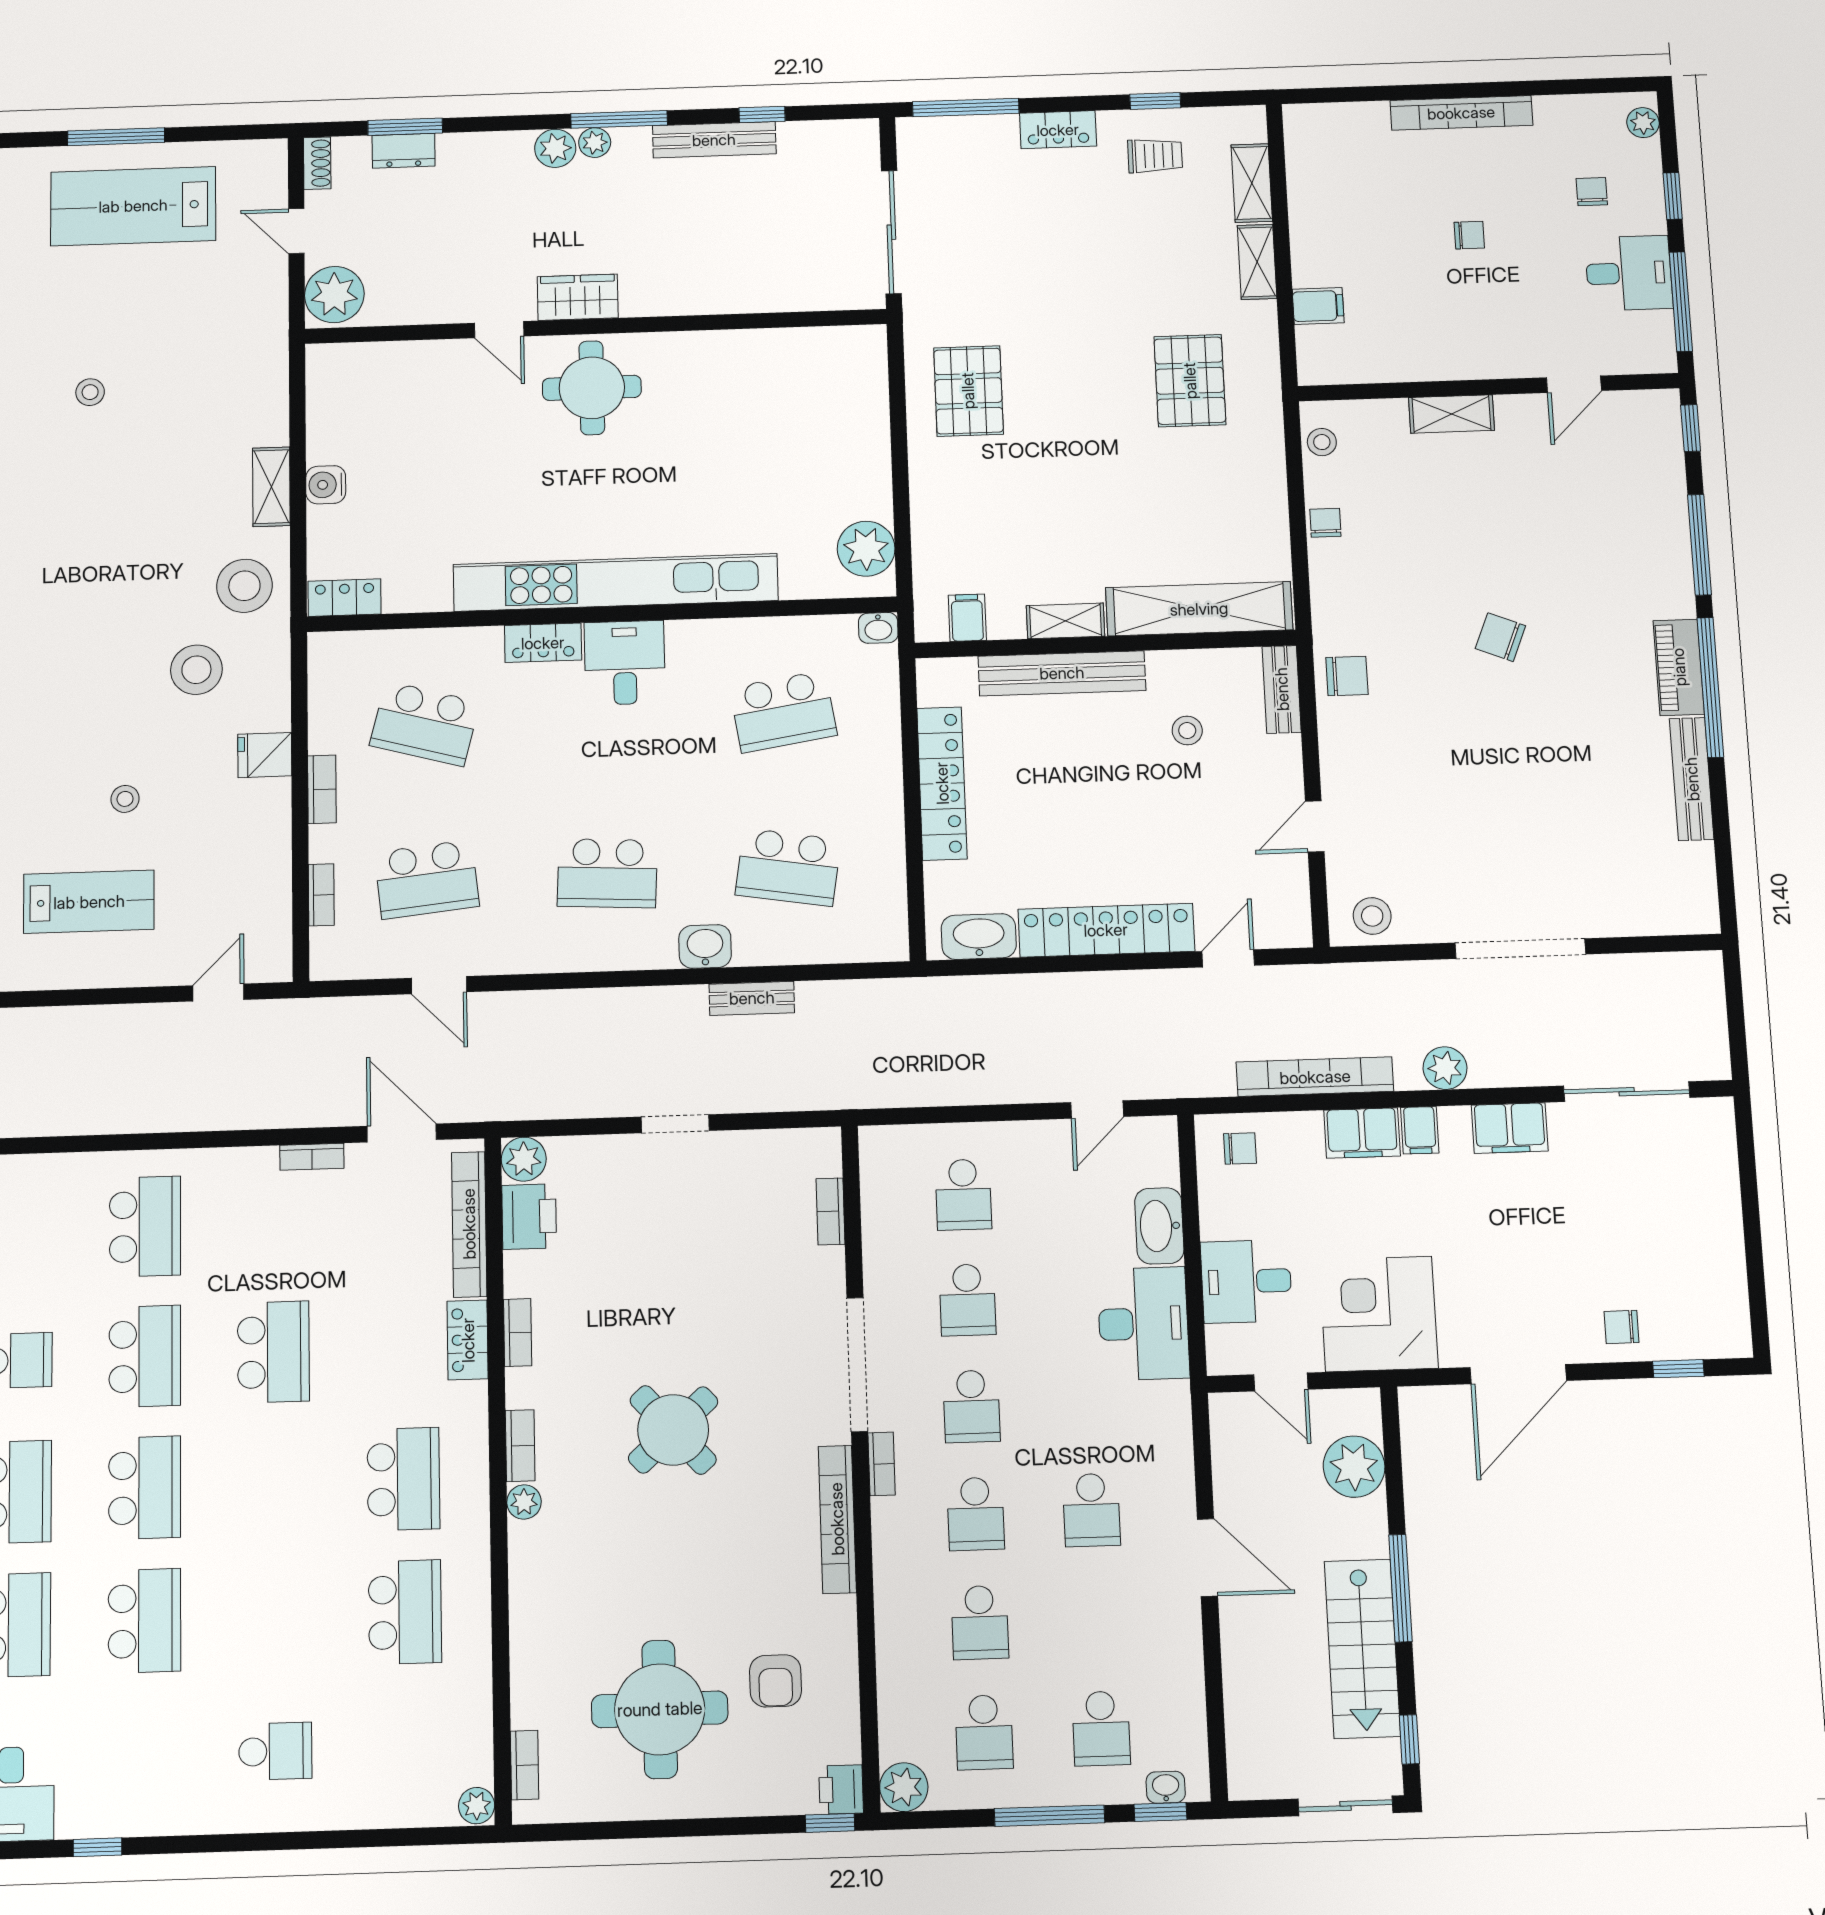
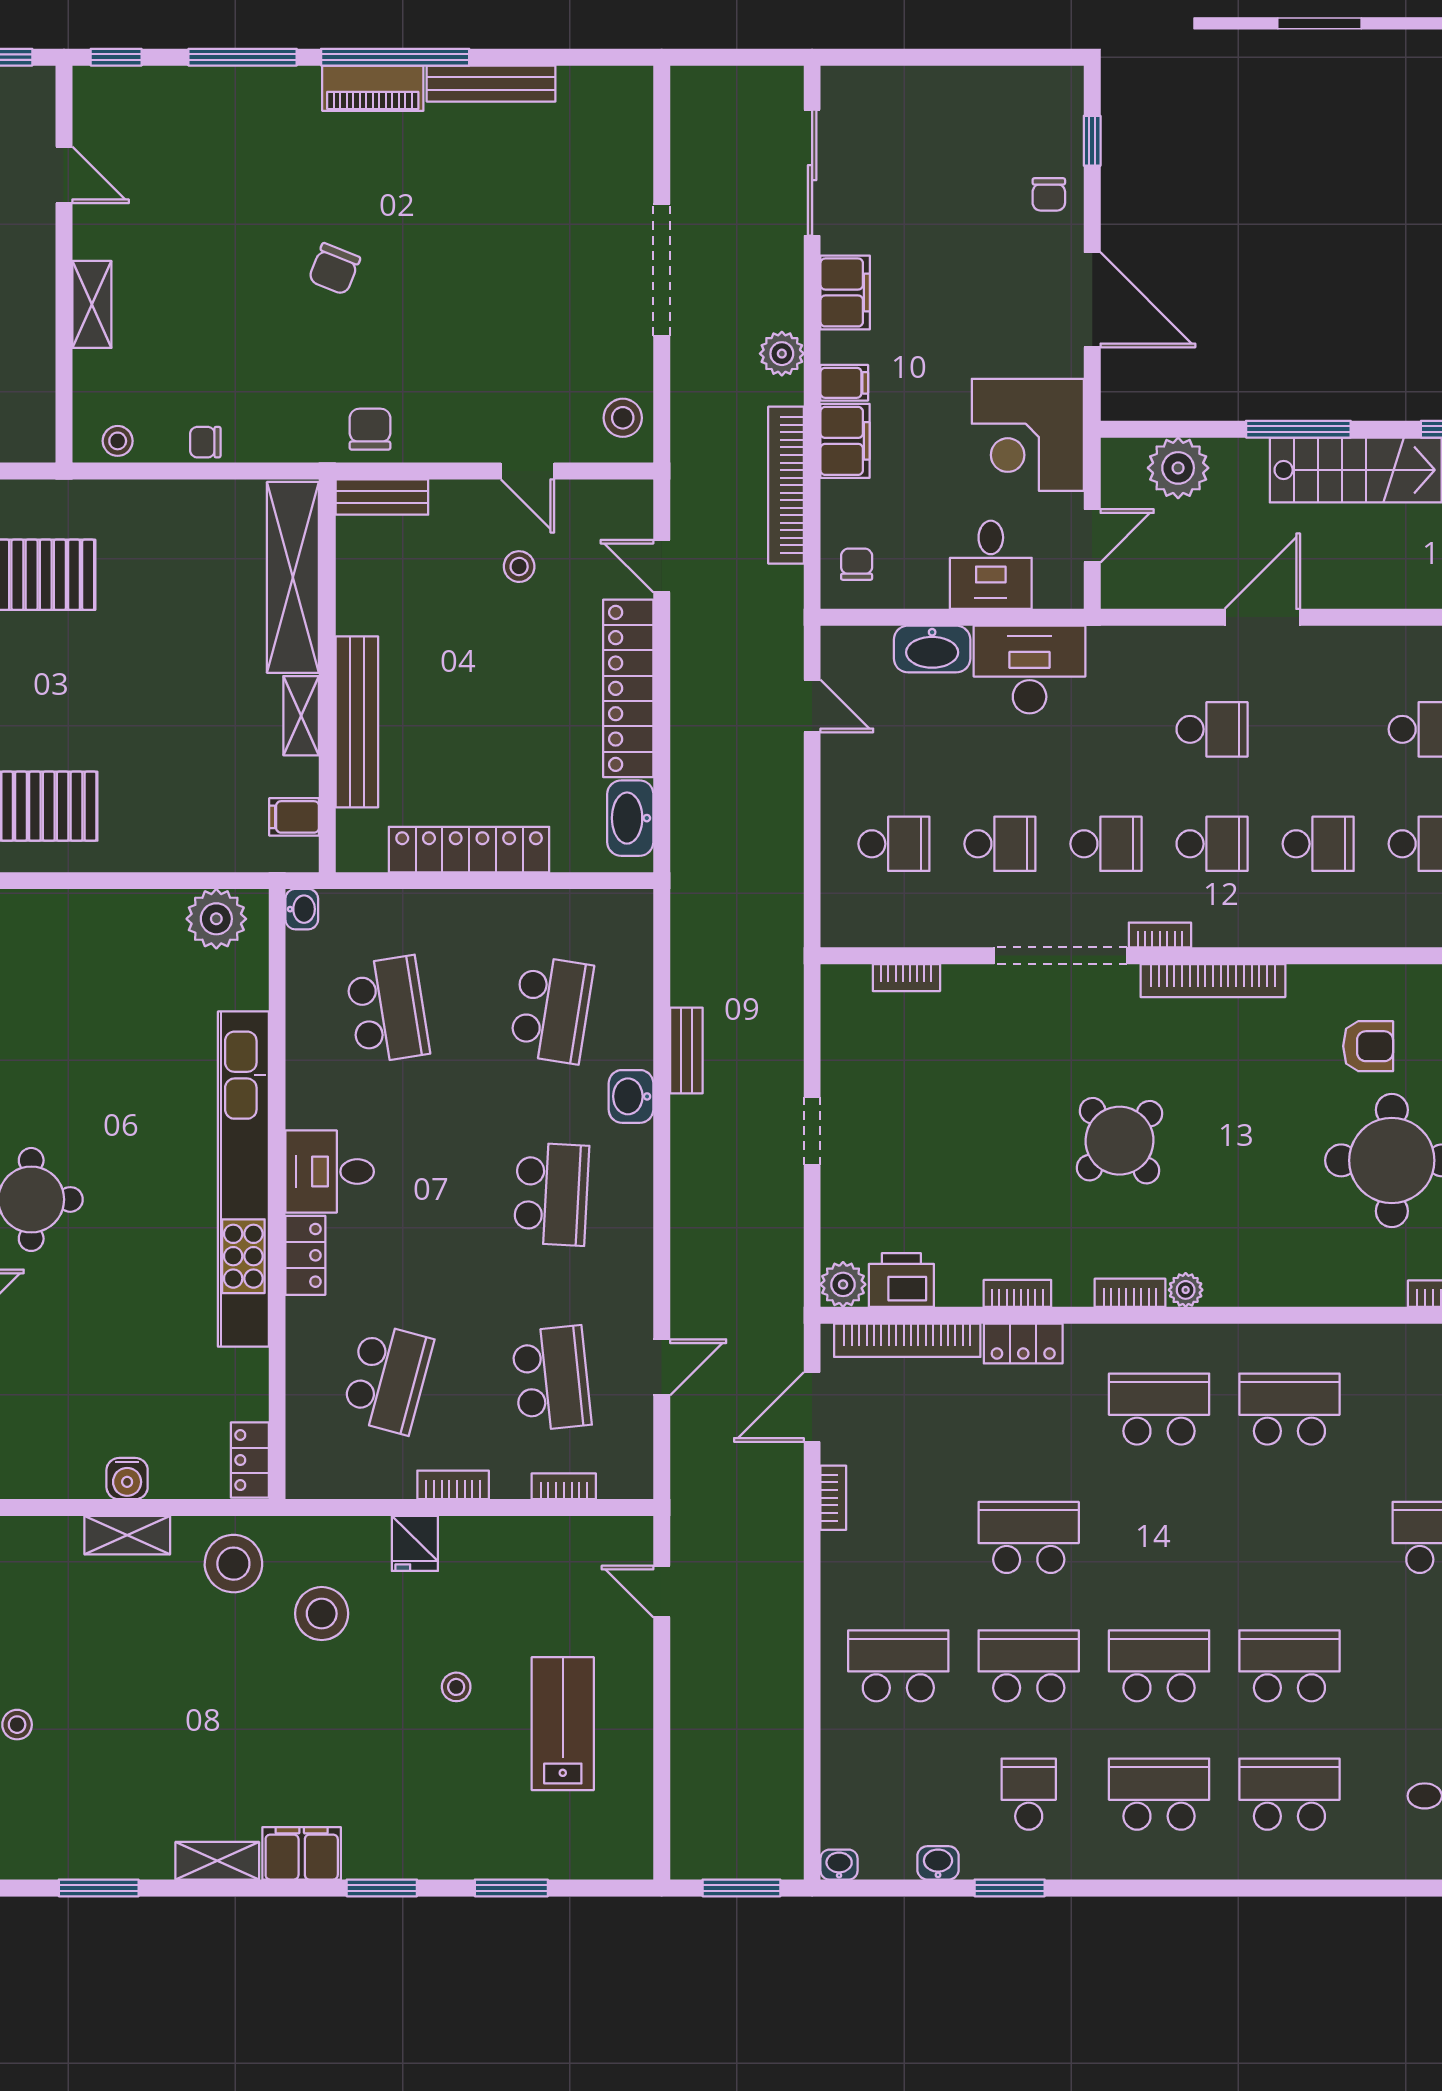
stool: (1187, 731) -> (519, 567), moved

